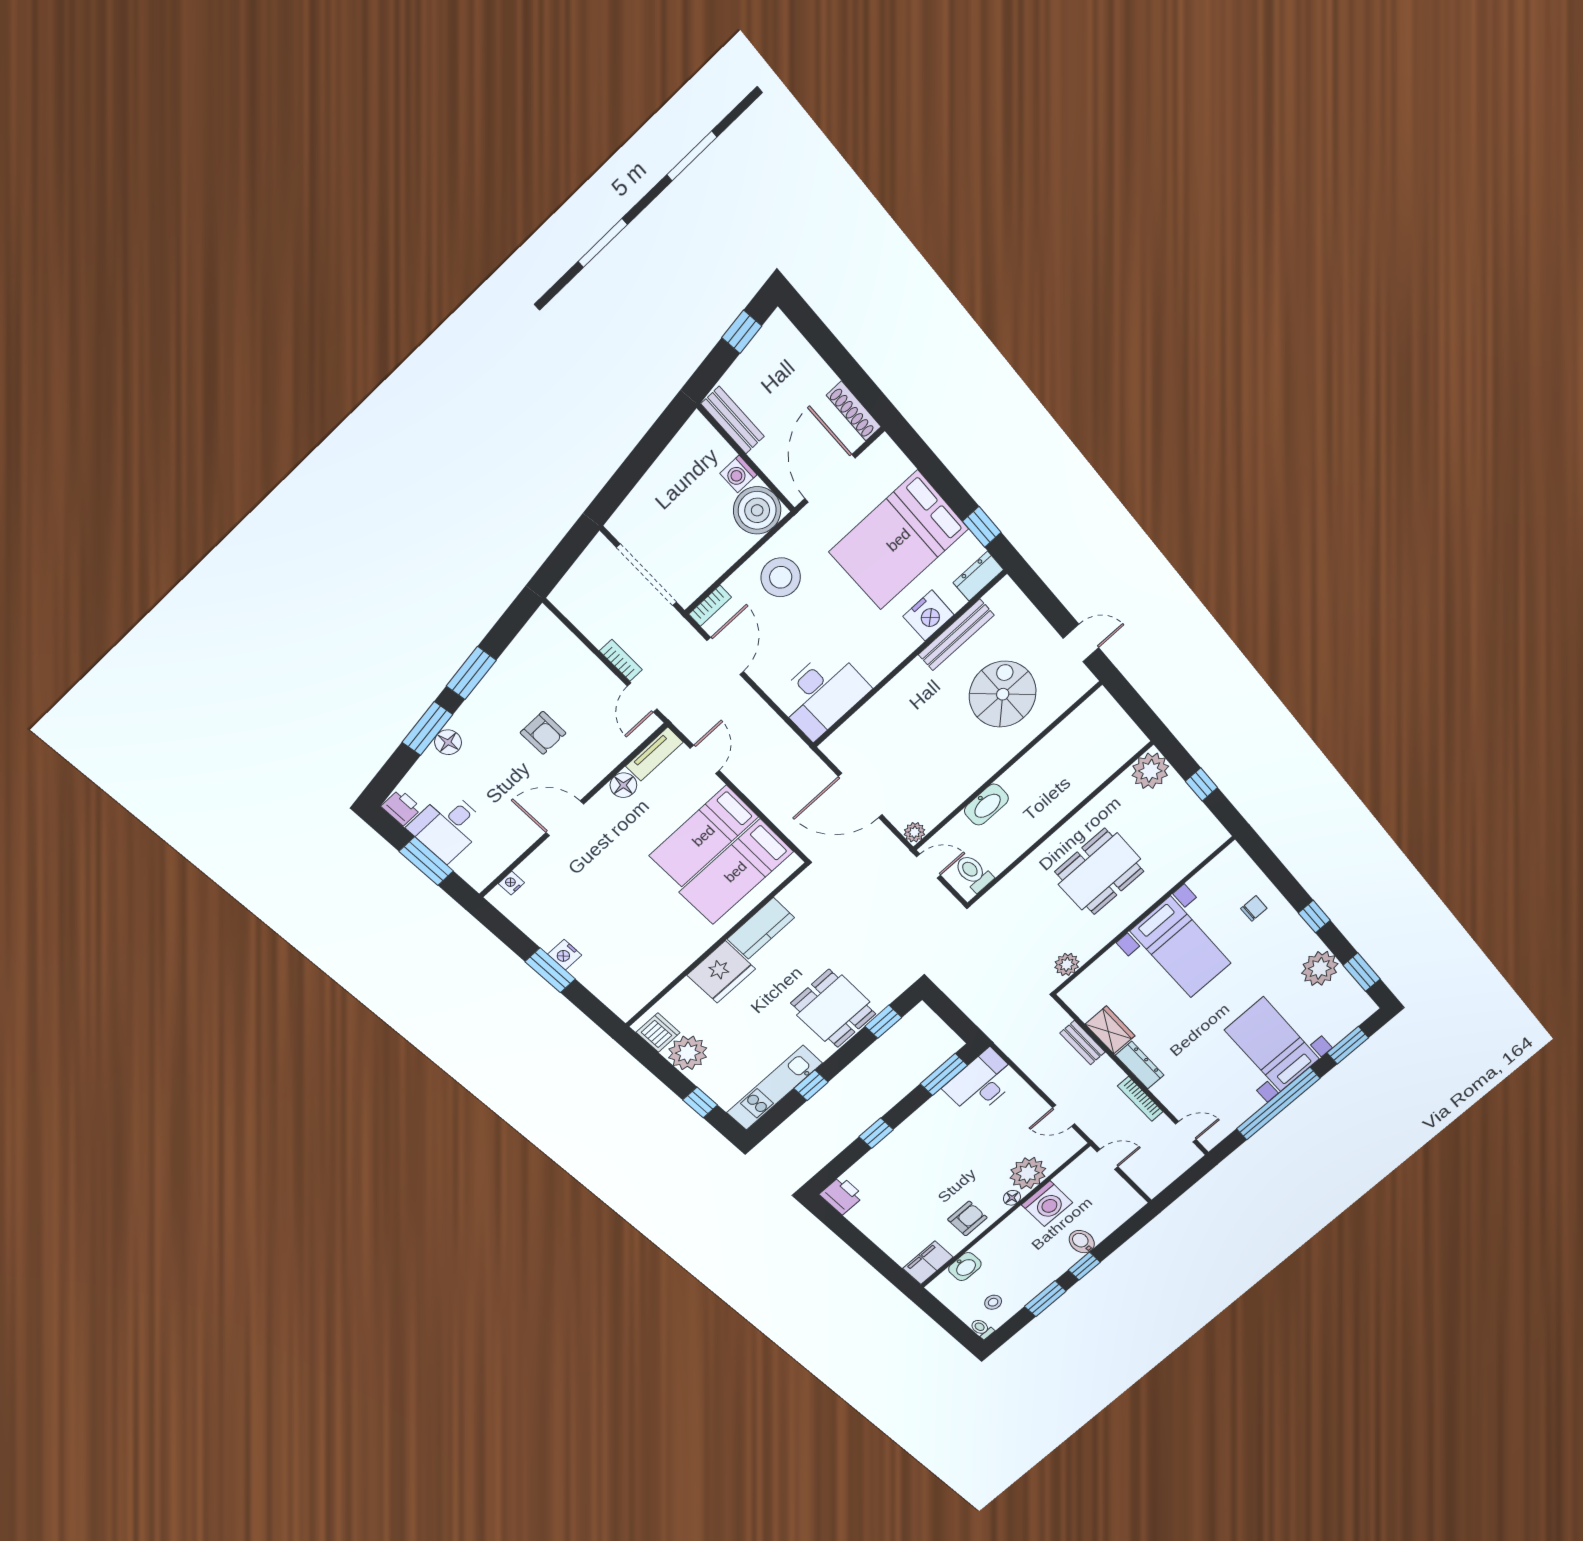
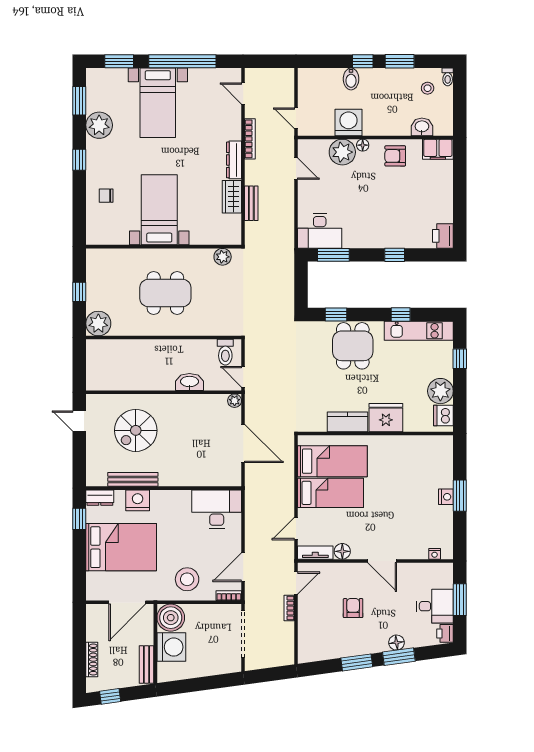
shoe rack: (854, 411) -> (92, 659), moved
washing machine: (738, 474) -> (171, 647), width x1.89, depth x1.89

